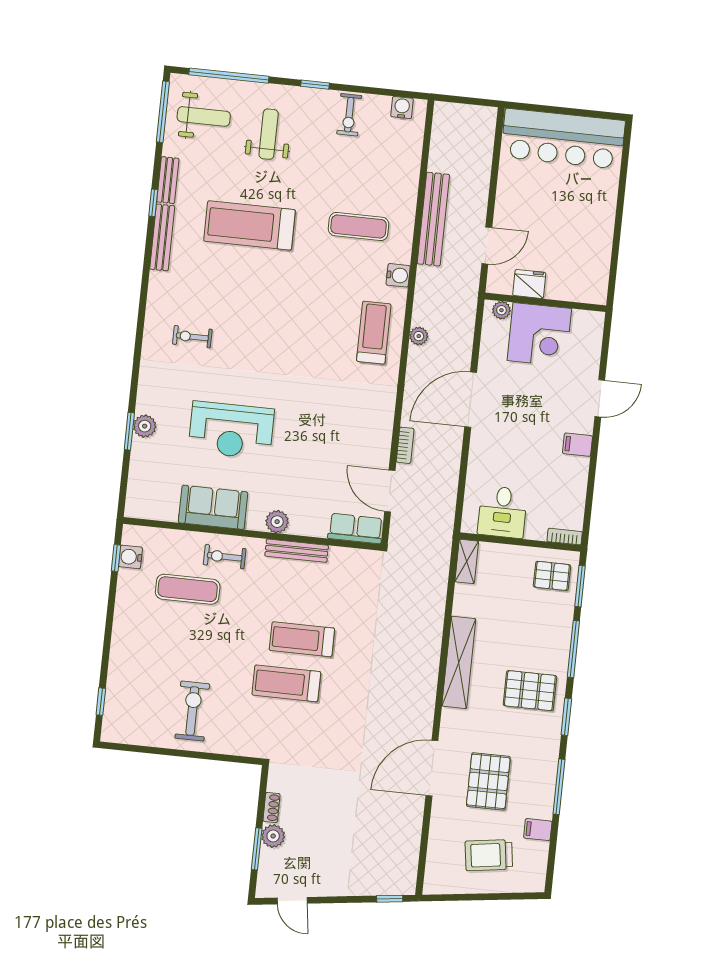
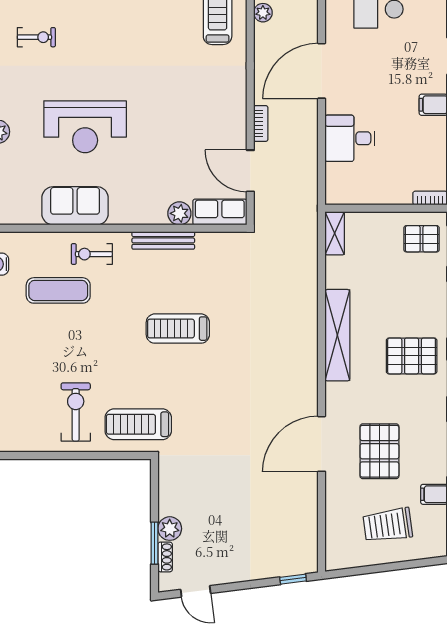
exercise bike: (192, 337) -> (36, 37), turned 180
desk: (502, 512) -> (350, 138), moved, turned 90
plant: (277, 522) -> (179, 213), moved
treadmill: (286, 683) -> (138, 424), moved
shoe rack: (271, 807) -> (165, 557), moved

